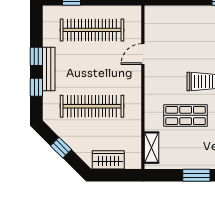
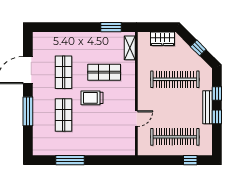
window: (196, 175) -> (111, 27), moved

